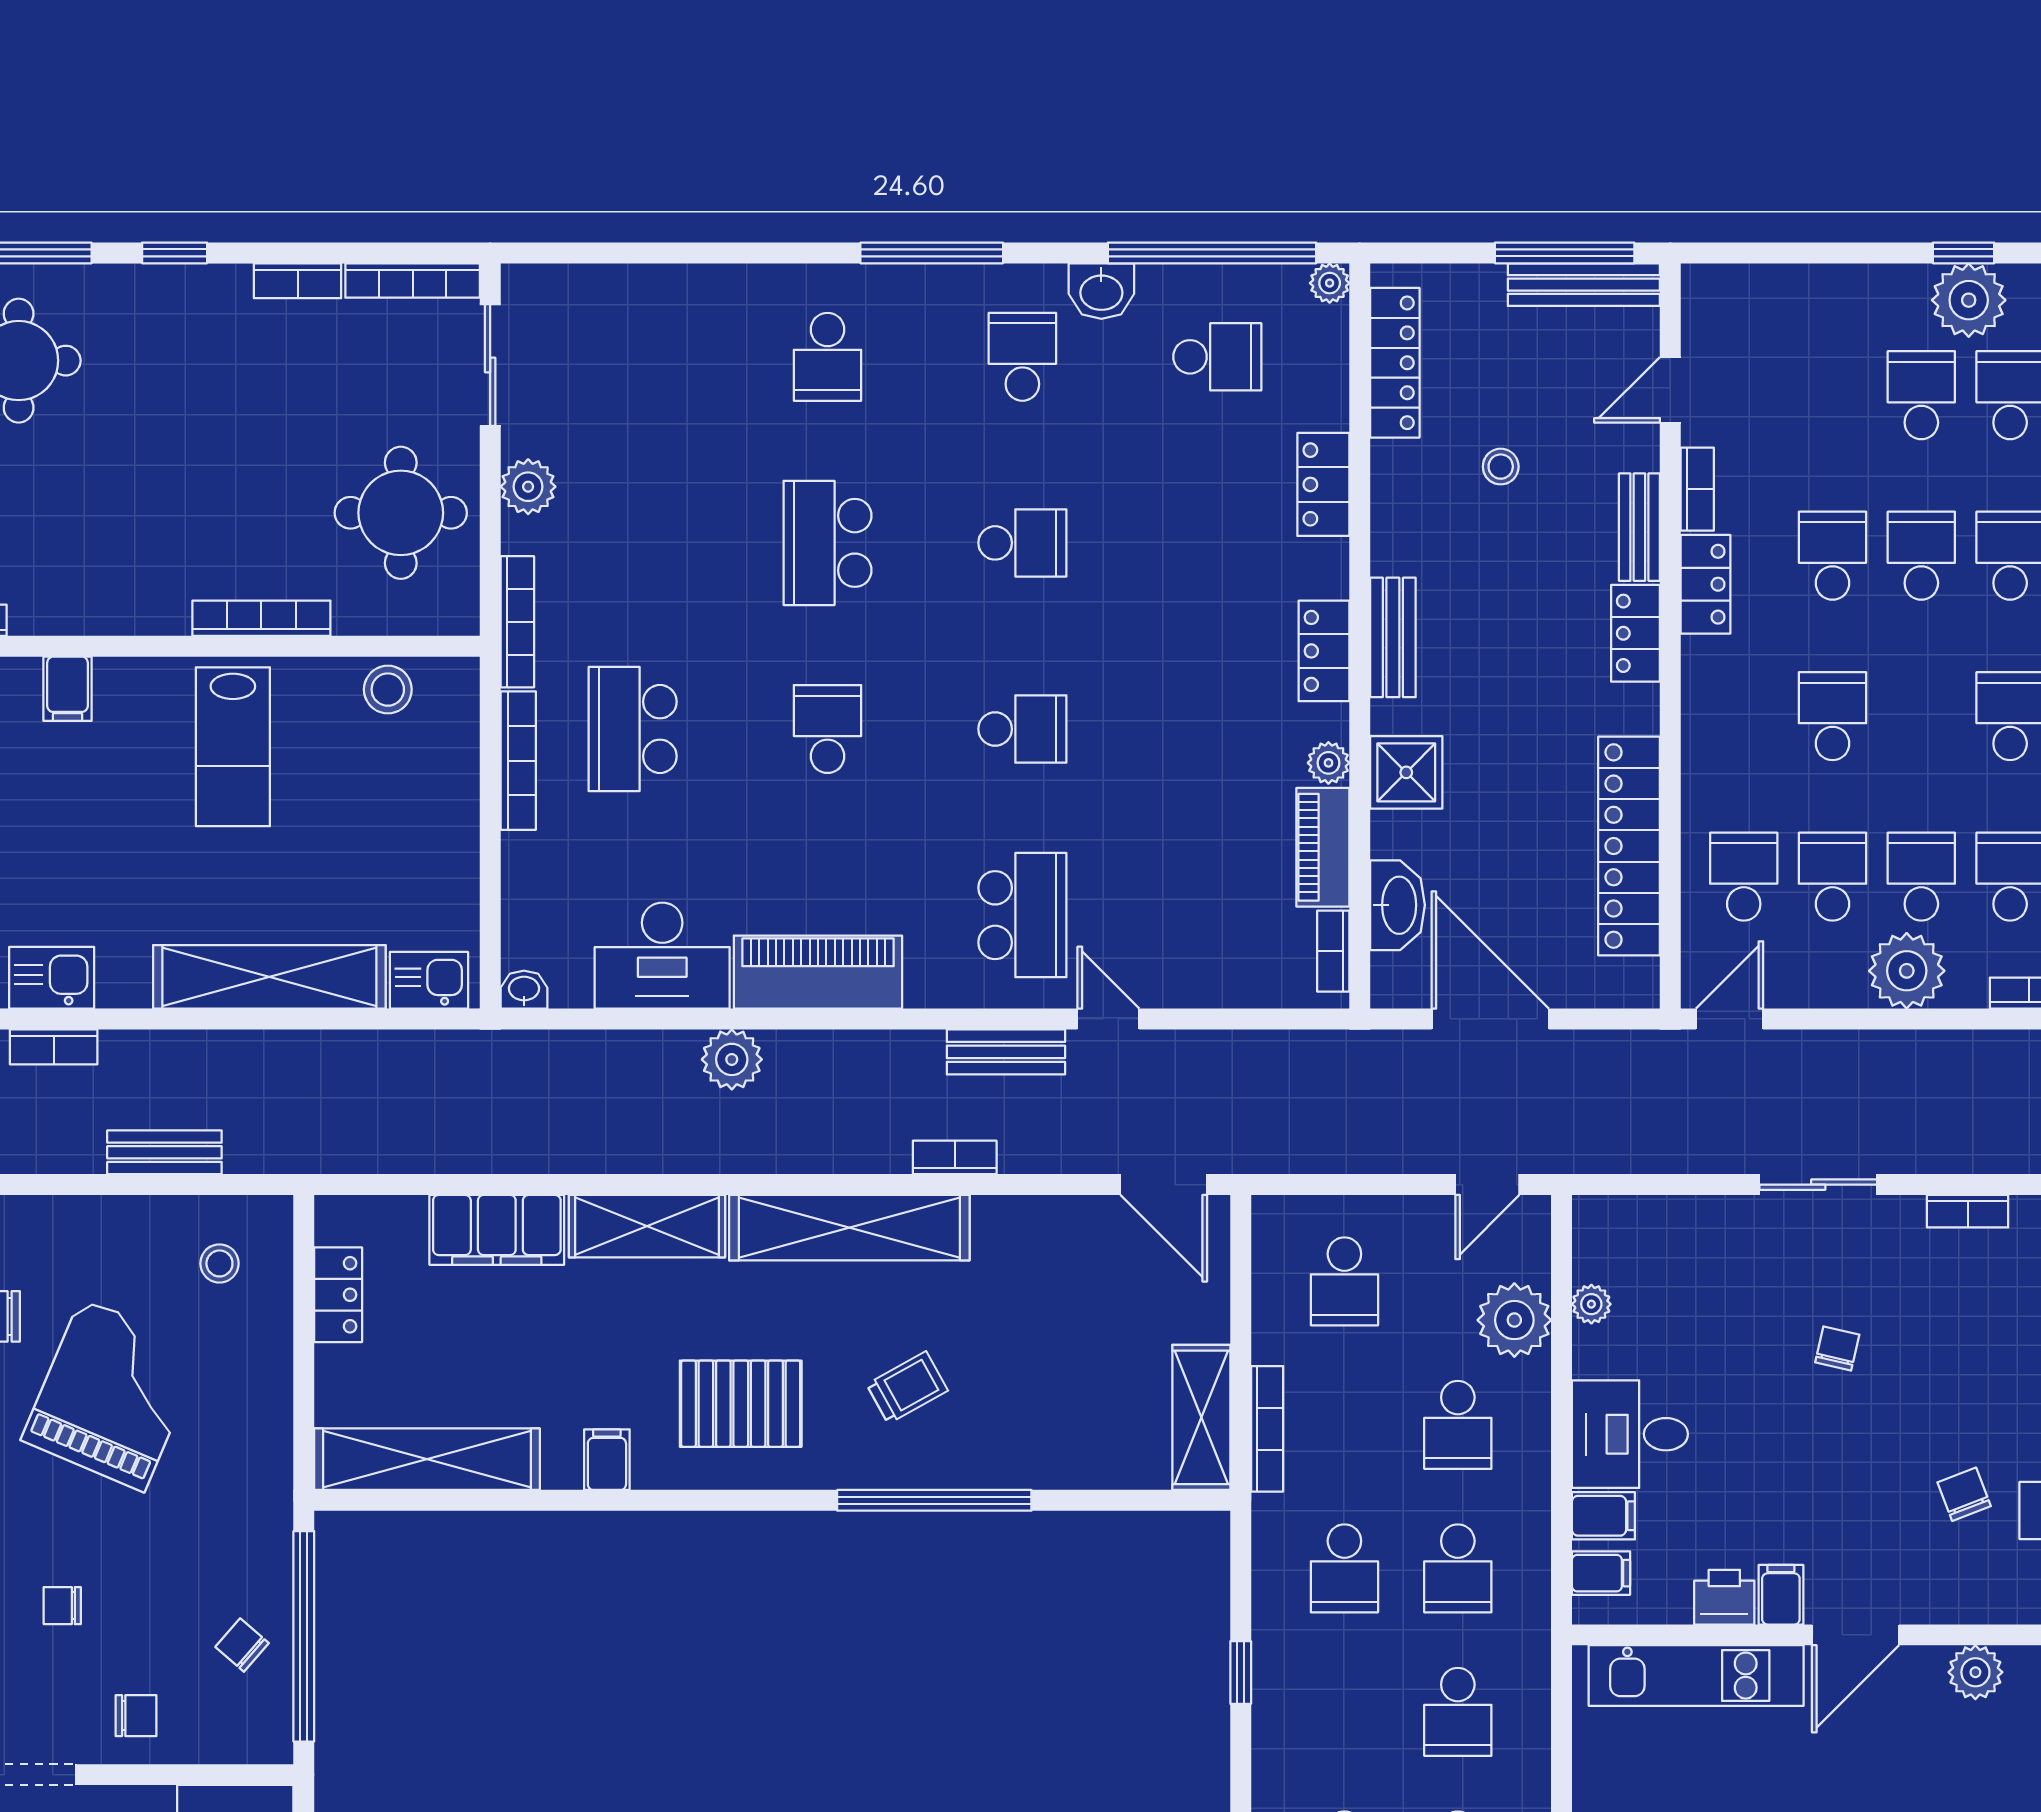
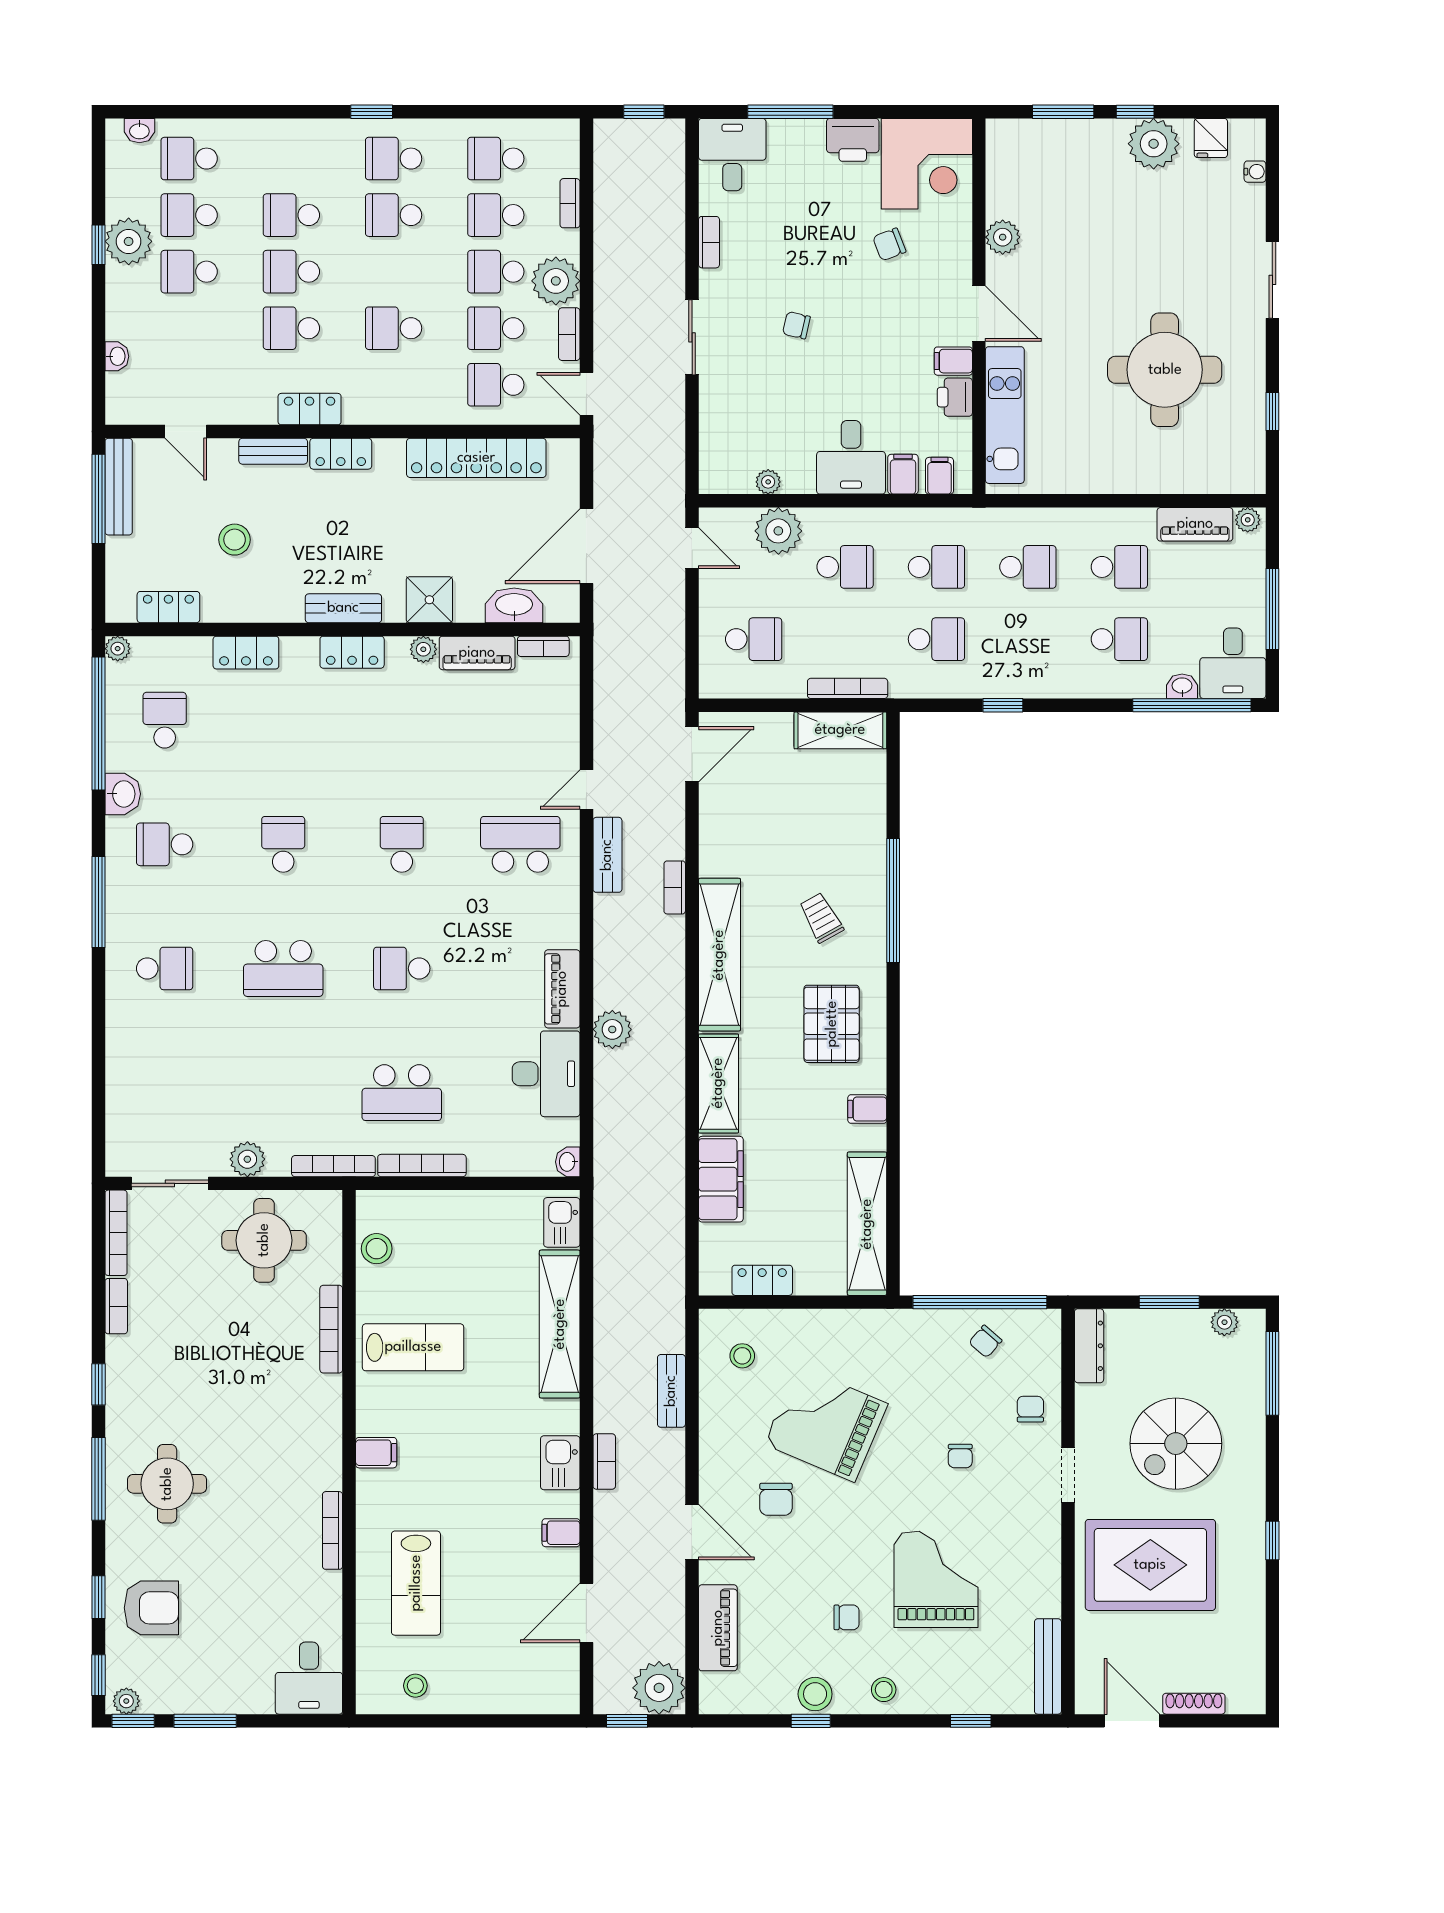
washbasin: (1788, 282) -> (117, 356), added
locker: (1395, 363) -> (168, 607), width x0.66
stool: (1501, 467) -> (235, 540), width x1.37, depth x1.37
bookcase: (1697, 489) -> (569, 334), moved, turned -90
piano: (818, 972) -> (562, 989), width x0.73, depth x0.75

